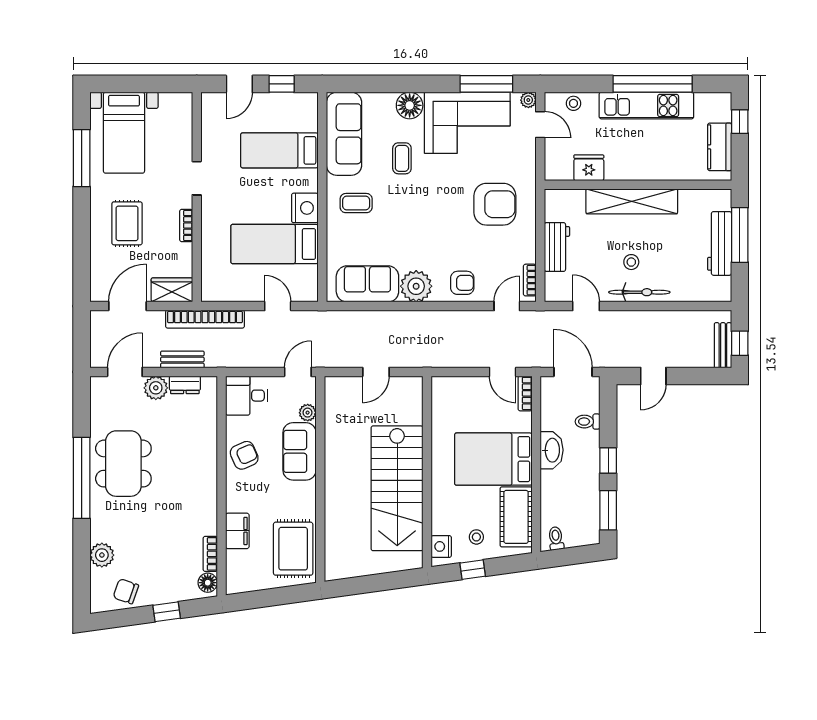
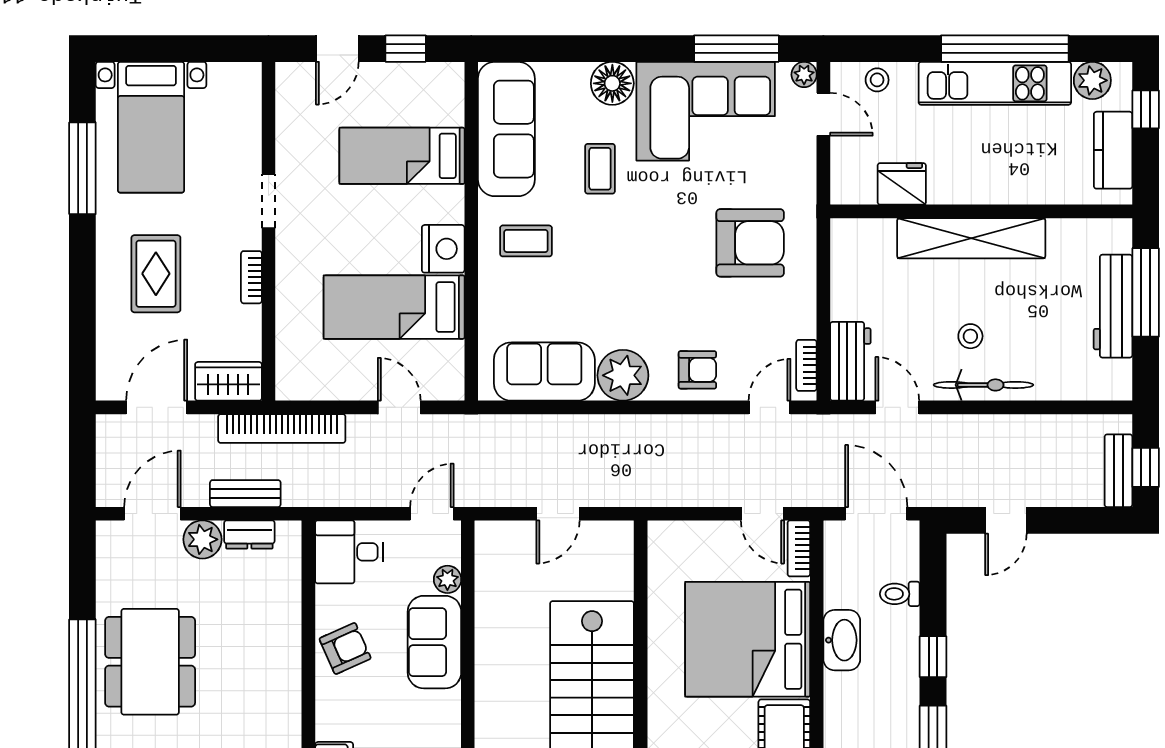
plant: (707, 104) -> (1092, 80), added
workbench: (557, 247) -> (850, 361), moved
bed: (493, 459) -> (748, 639), width x1.36

